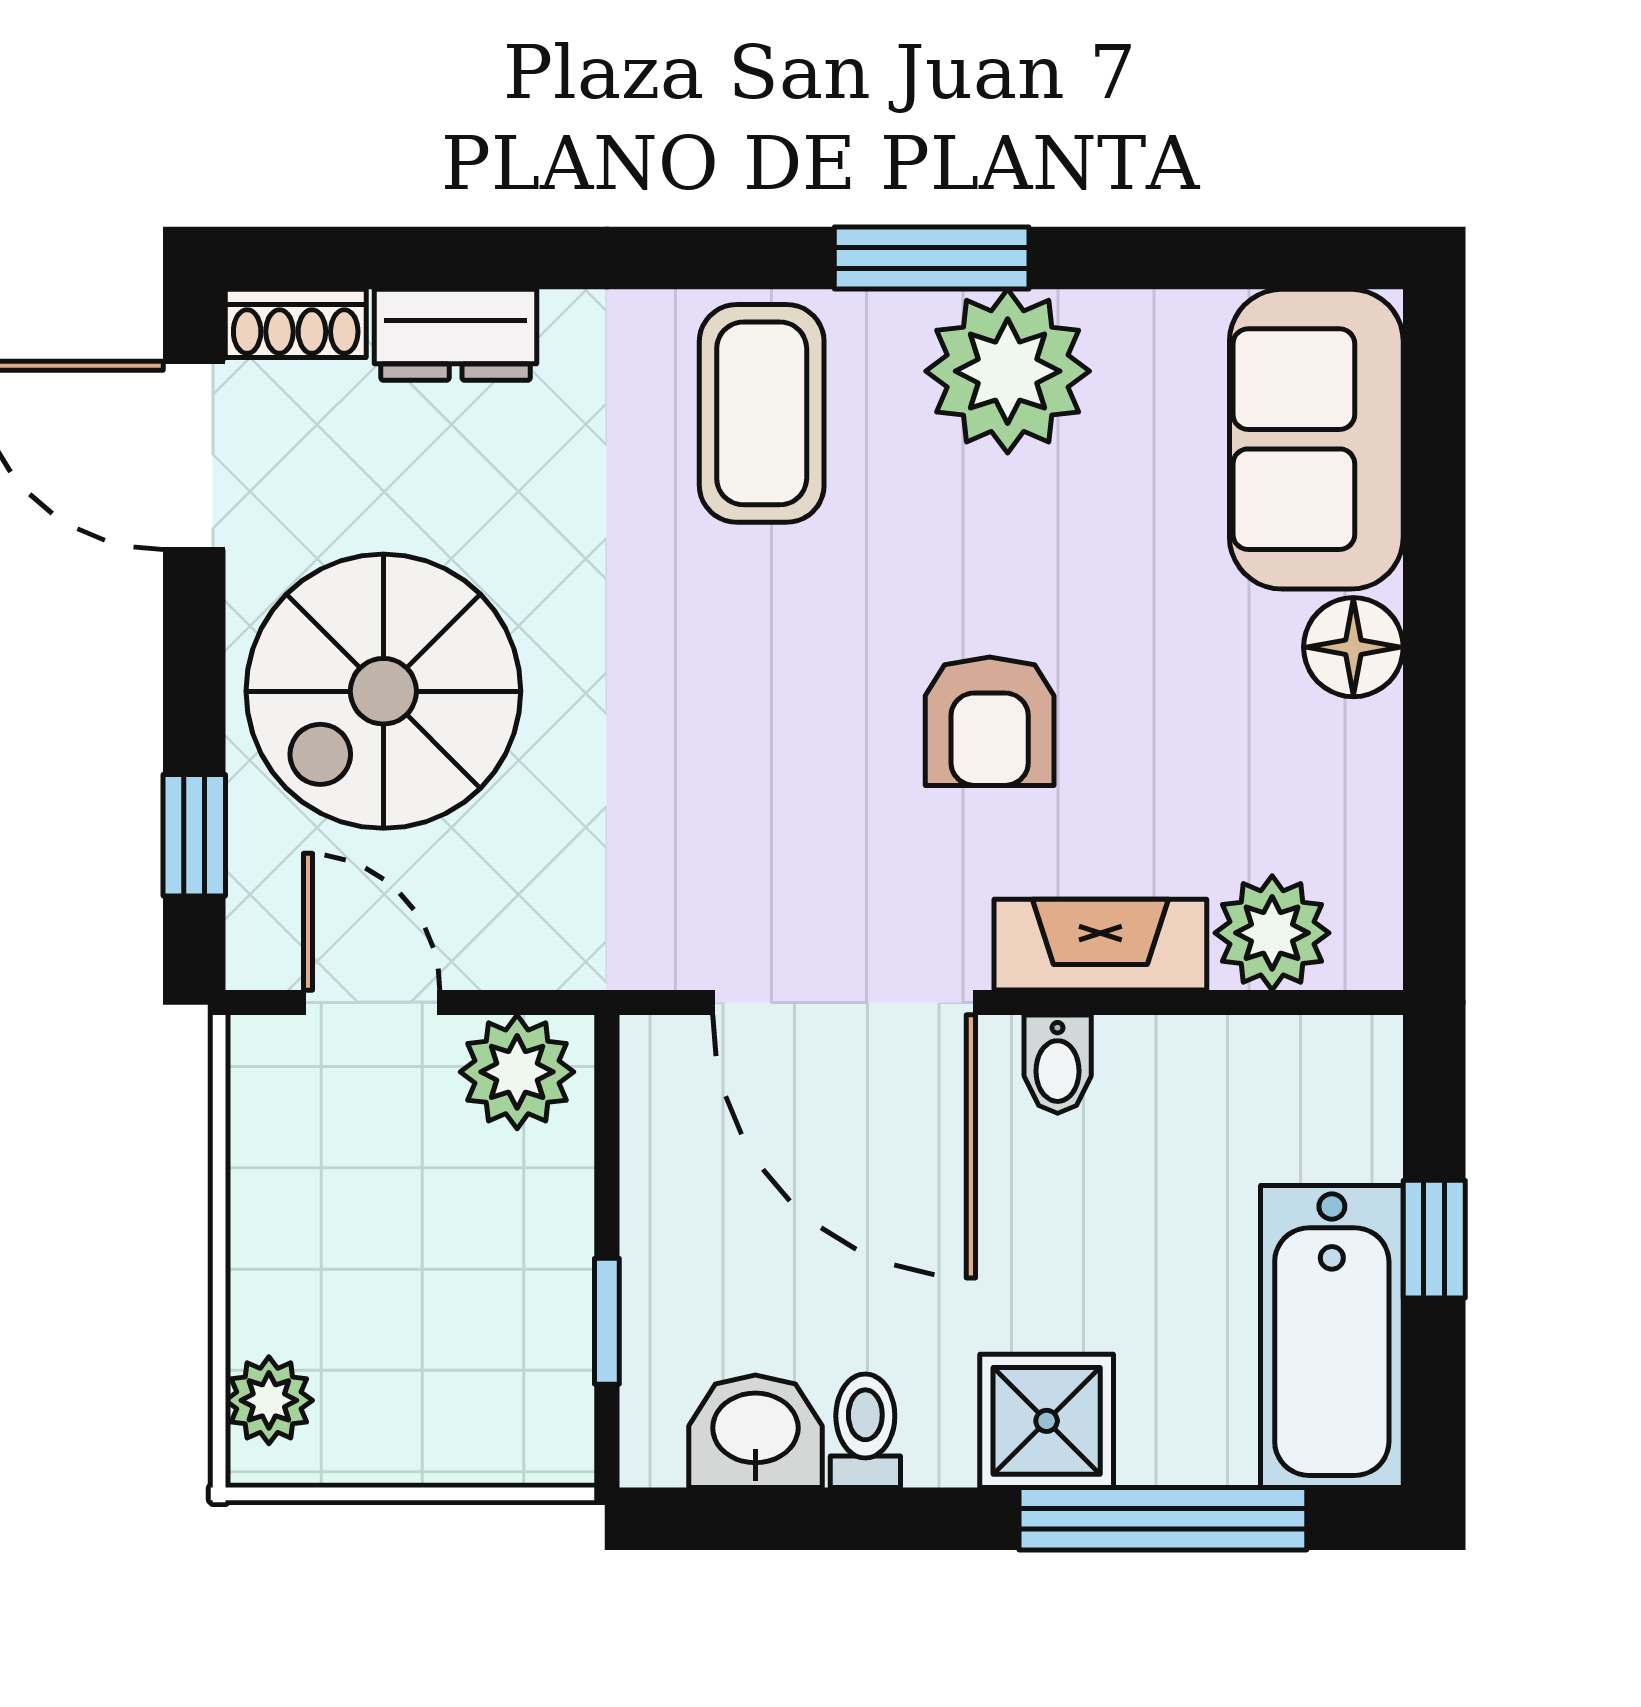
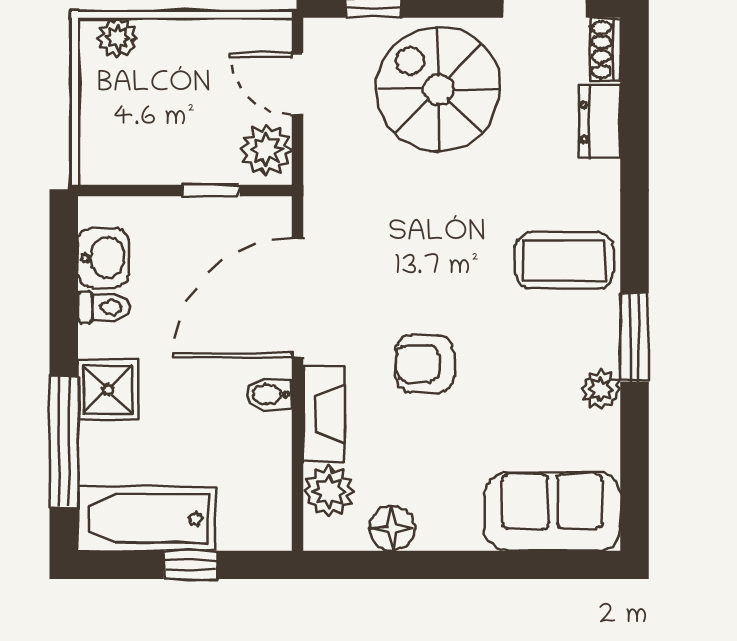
plant: (1008, 371) -> (601, 389), width x0.53, depth x0.53
floor lamp: (1353, 647) -> (392, 528), moved
door: (372, 1002) -> (298, 84), swing flipped
window: (607, 1321) -> (211, 190), moved

